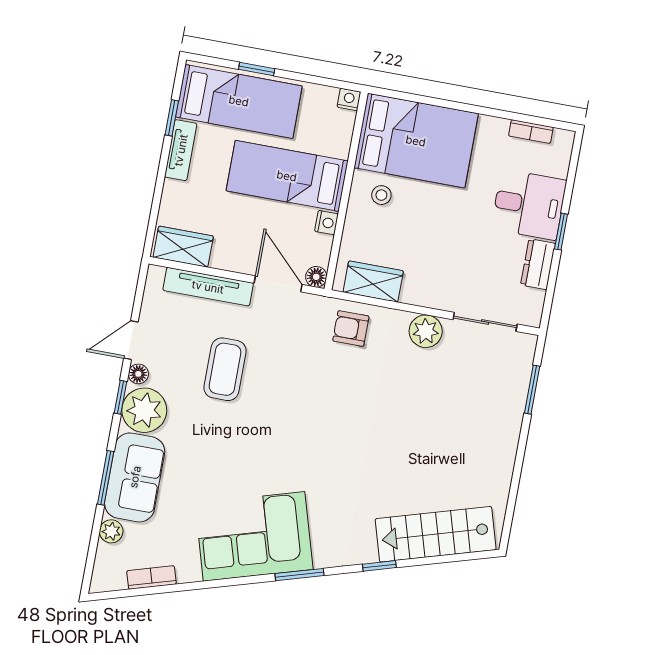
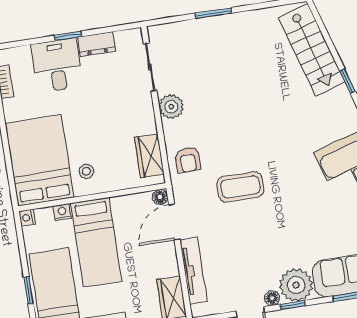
nightstand: (326, 223) -> (62, 212), moved
coffee table: (225, 369) -> (240, 187), moved
window: (532, 390) -> (213, 13), moved

